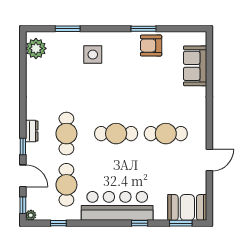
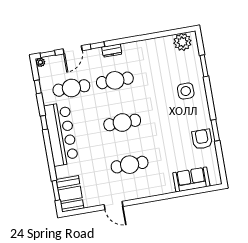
cafe table: (116, 134) -> (122, 122), turned 90
cafe table: (166, 134) -> (130, 165), turned 90
window: (140, 223) -> (44, 123), moved

